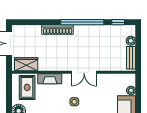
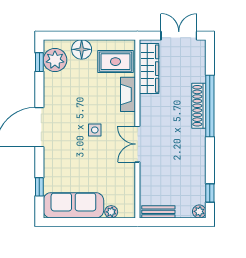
window: (82, 22) -> (210, 106), moved
plant: (131, 41) -> (199, 211), moved
wardrobe: (26, 64) -> (149, 69), width x1.50

